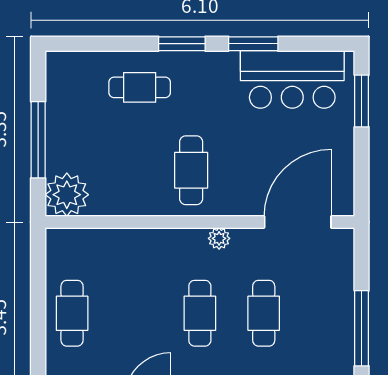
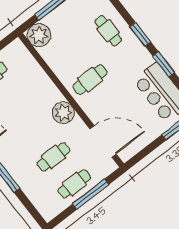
plant: (219, 238) -> (63, 113), width x1.88, depth x1.88
cafe table: (200, 313) -> (74, 184), moved
window: (362, 328) -> (91, 194), moved

